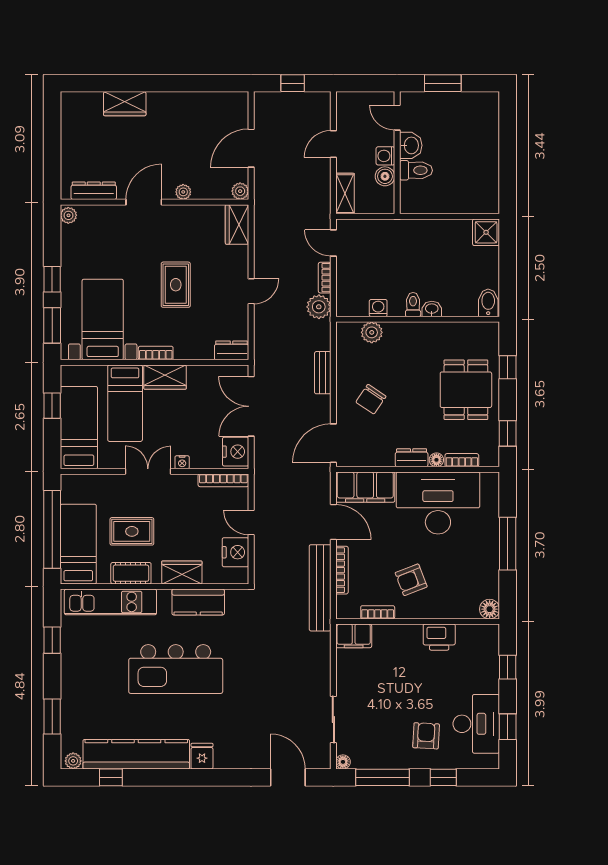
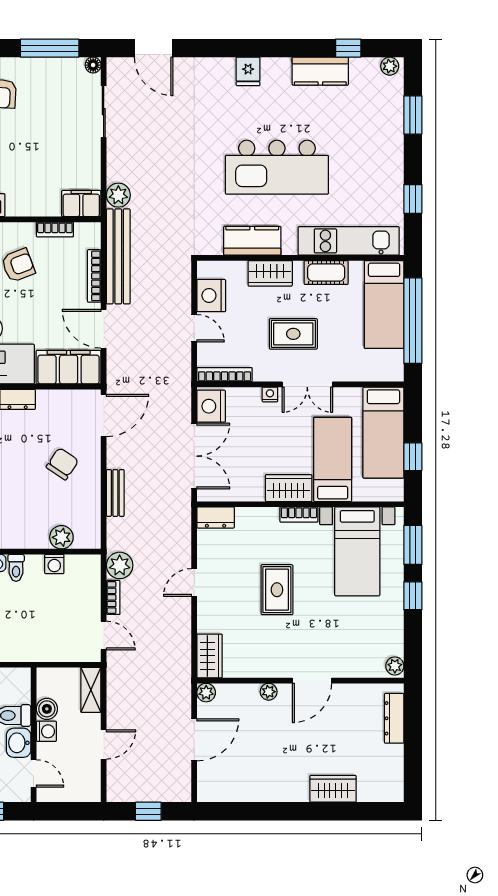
dresser: (94, 191) -> (394, 718), moved, turned 90
rug: (132, 531) -> (293, 334), moved
plant: (320, 644) -> (118, 195), added
kitchen island: (176, 669) -> (277, 167), turned 180
kitchen counter: (136, 754) -> (320, 71), width x0.48, depth x0.86

